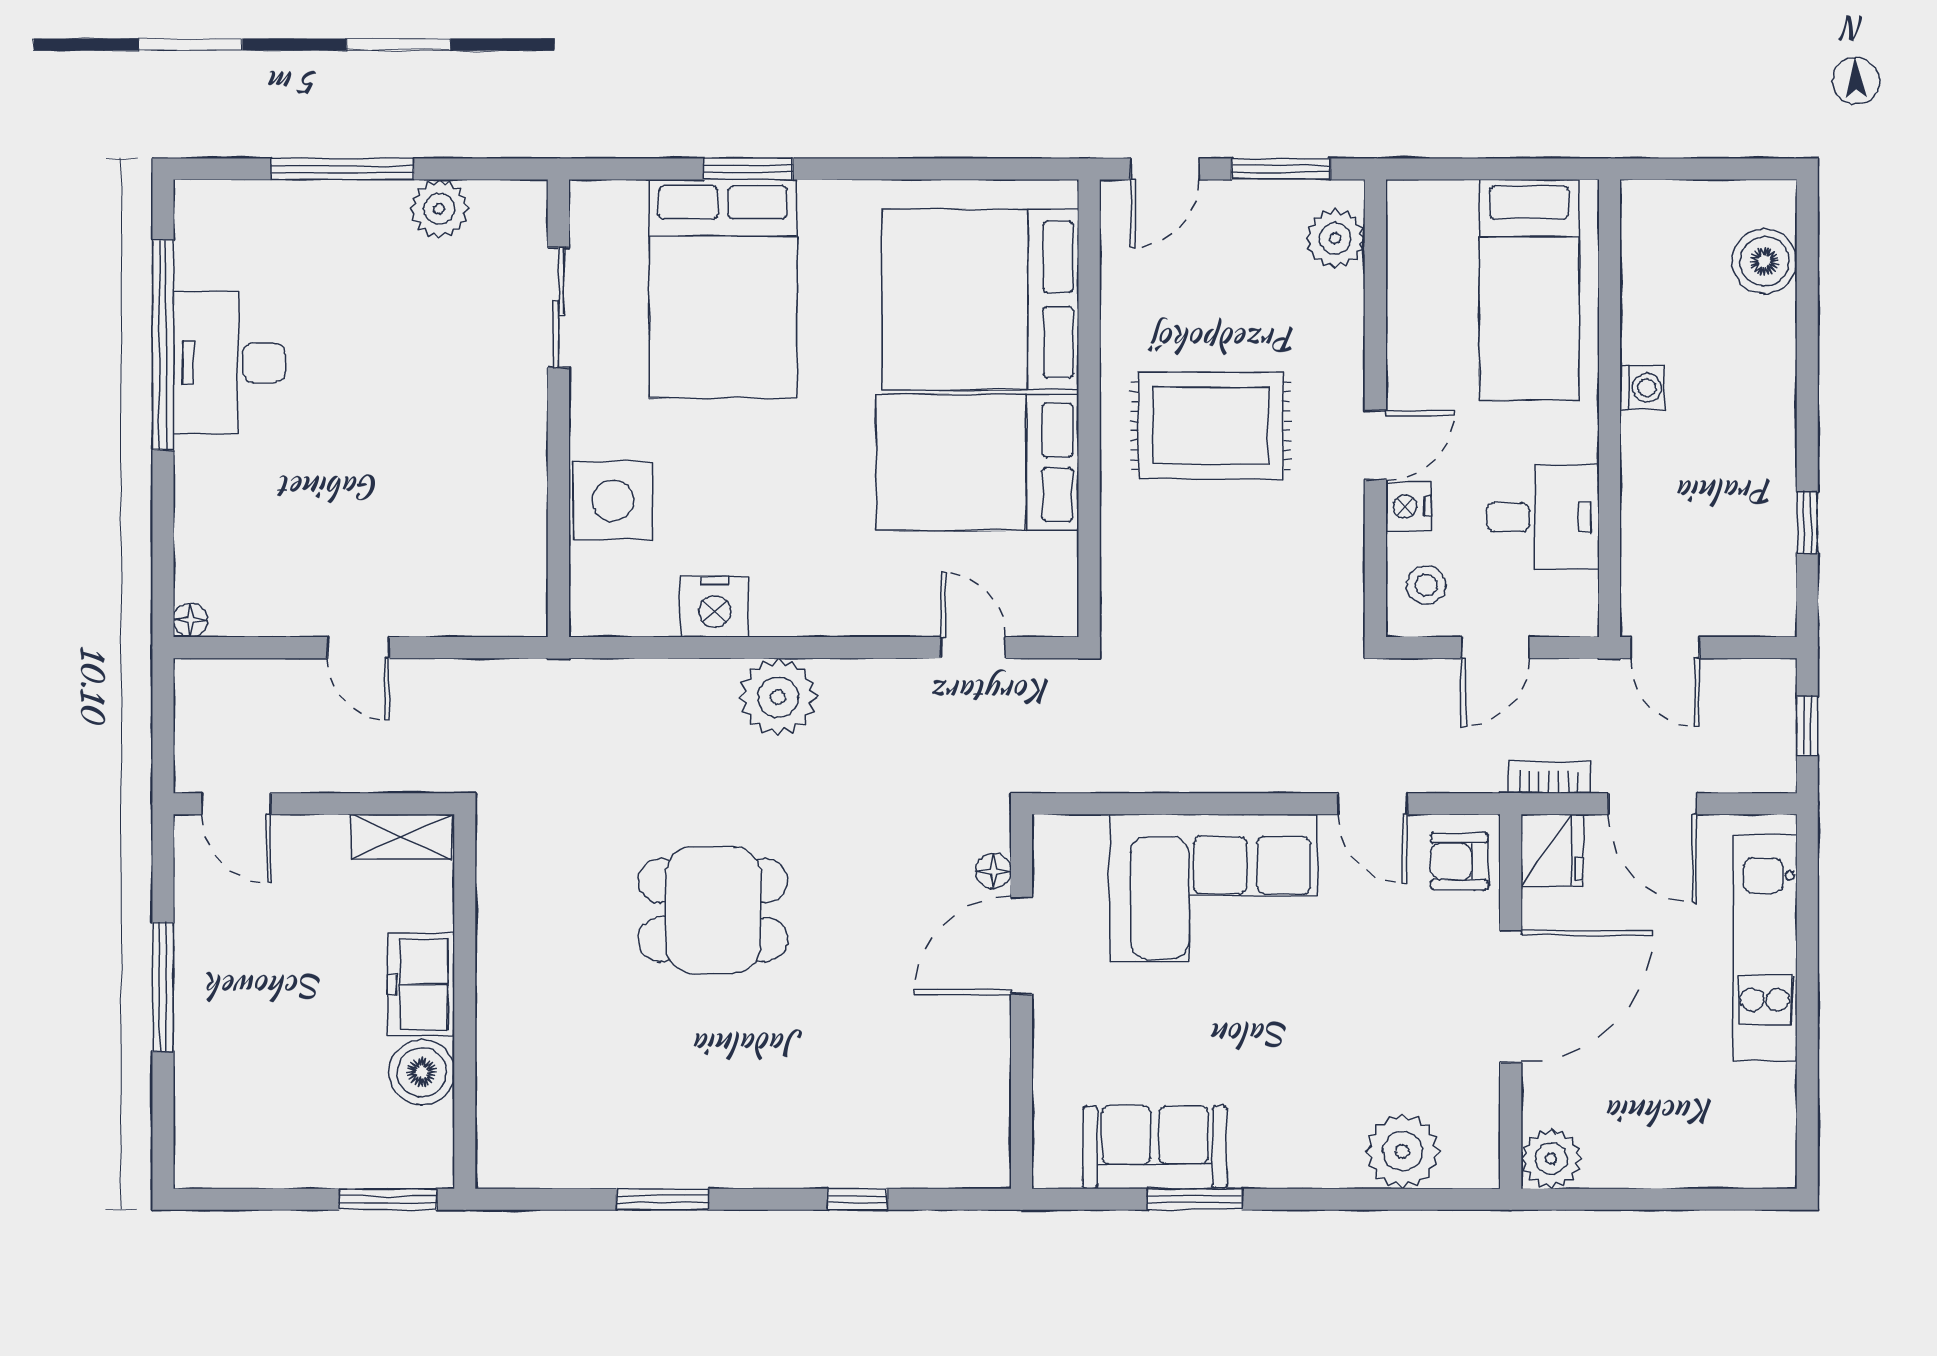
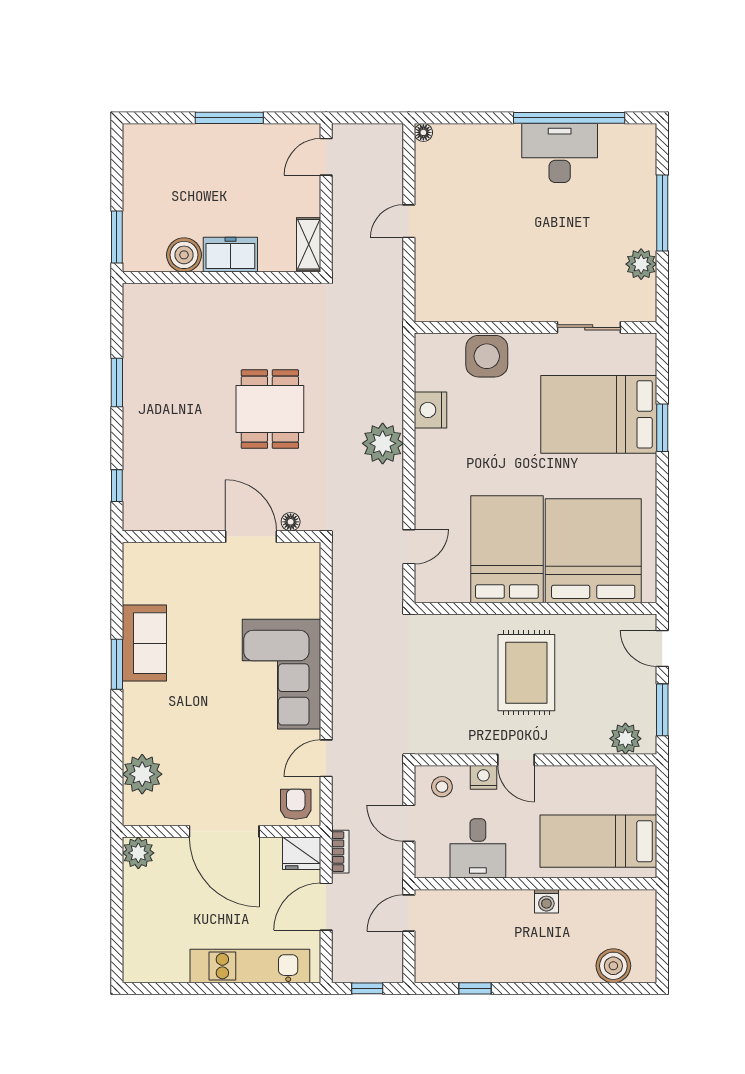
floor lamp: (993, 871) -> (291, 522), moved
door: (1022, 946) -> (251, 537), moved
wall: (1022, 1001) -> (221, 537), moved

